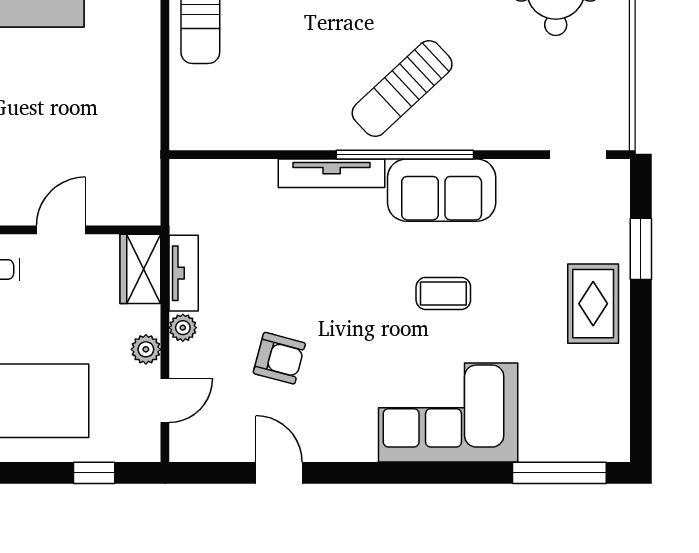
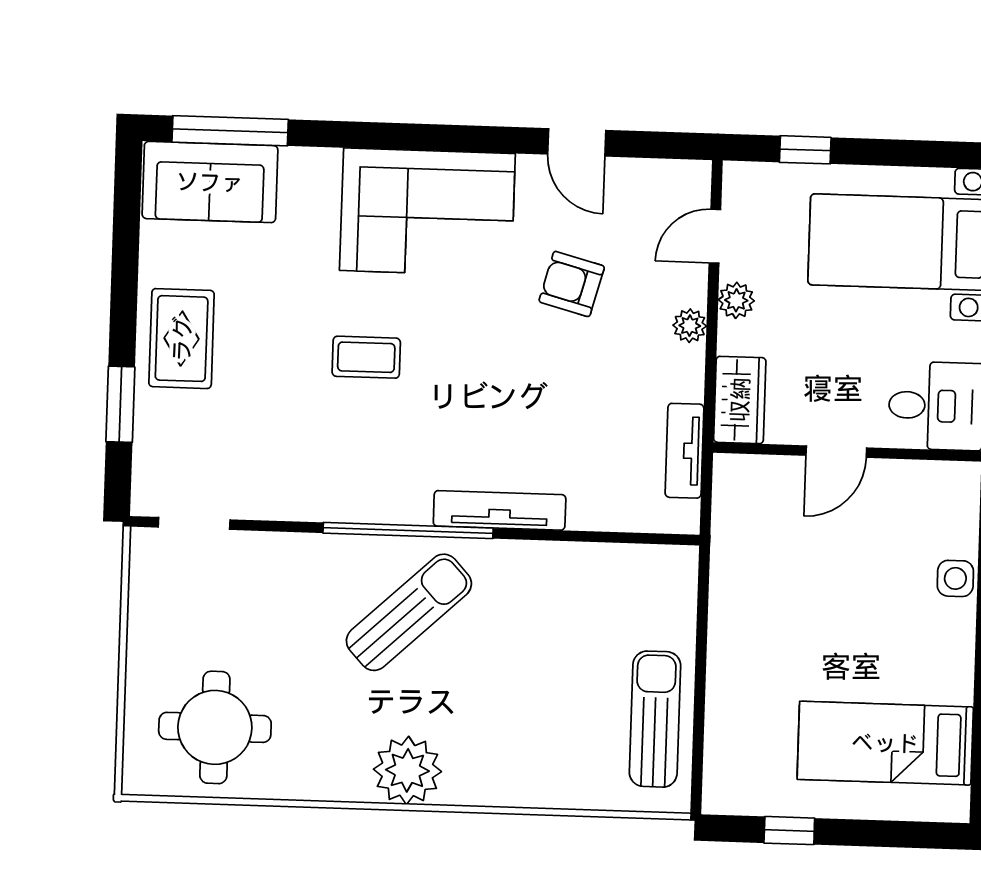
sofa: (442, 190) -> (210, 182), moved, turned 180
tv unit: (184, 273) -> (684, 451), moved
corner sofa: (448, 412) -> (427, 212), moved

